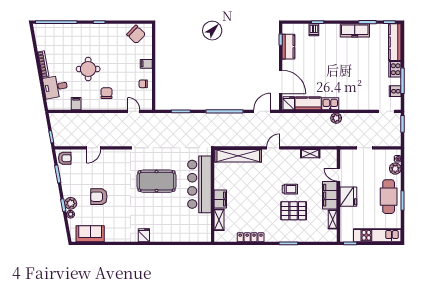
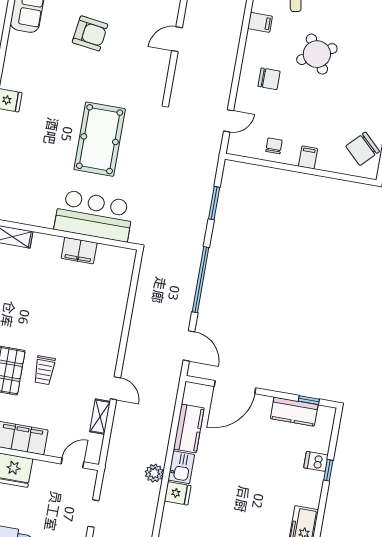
round table: (88, 69) -> (317, 54), turned -30
fridge: (289, 103) -> (178, 493), moved
door: (94, 148) -> (177, 39), hinge flipped
door: (273, 148) -> (115, 388), moved
shelving: (238, 156) -> (119, 290), removed
door: (338, 175) -> (73, 463), moved
bar counter: (199, 184) -> (94, 216), width x0.73
armchair: (99, 197) -> (90, 33), turned 98
filing cabinet: (220, 199) -> (79, 251), moved

